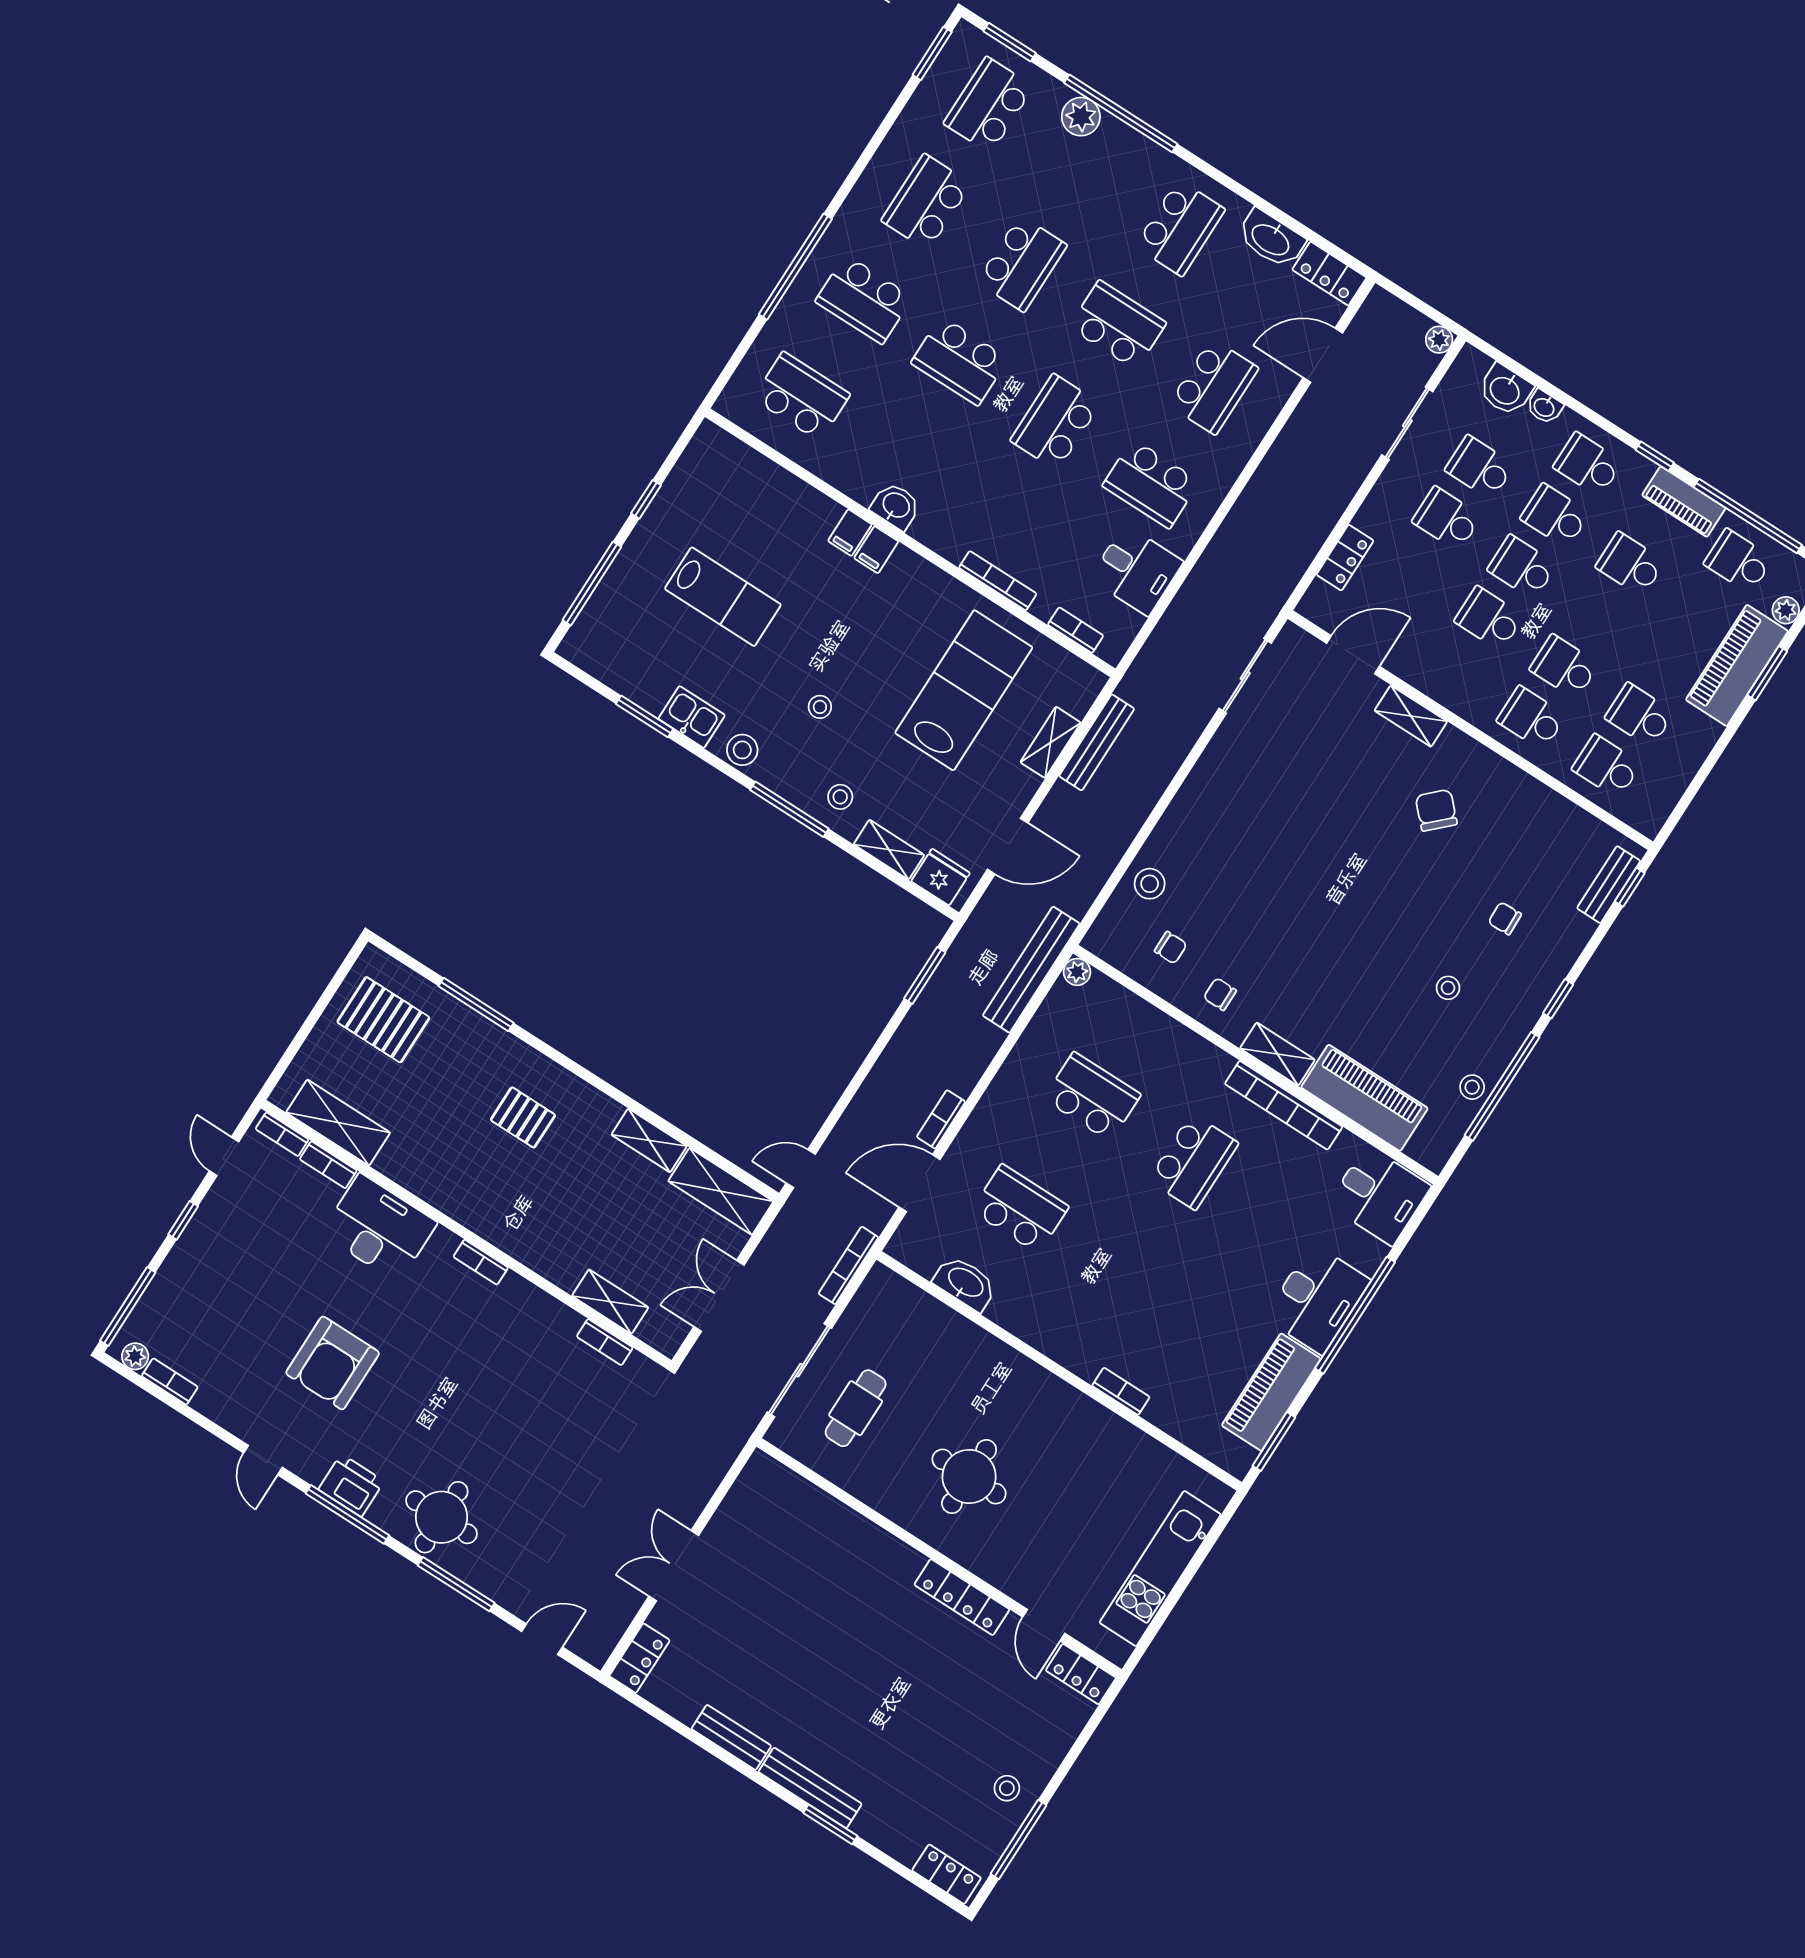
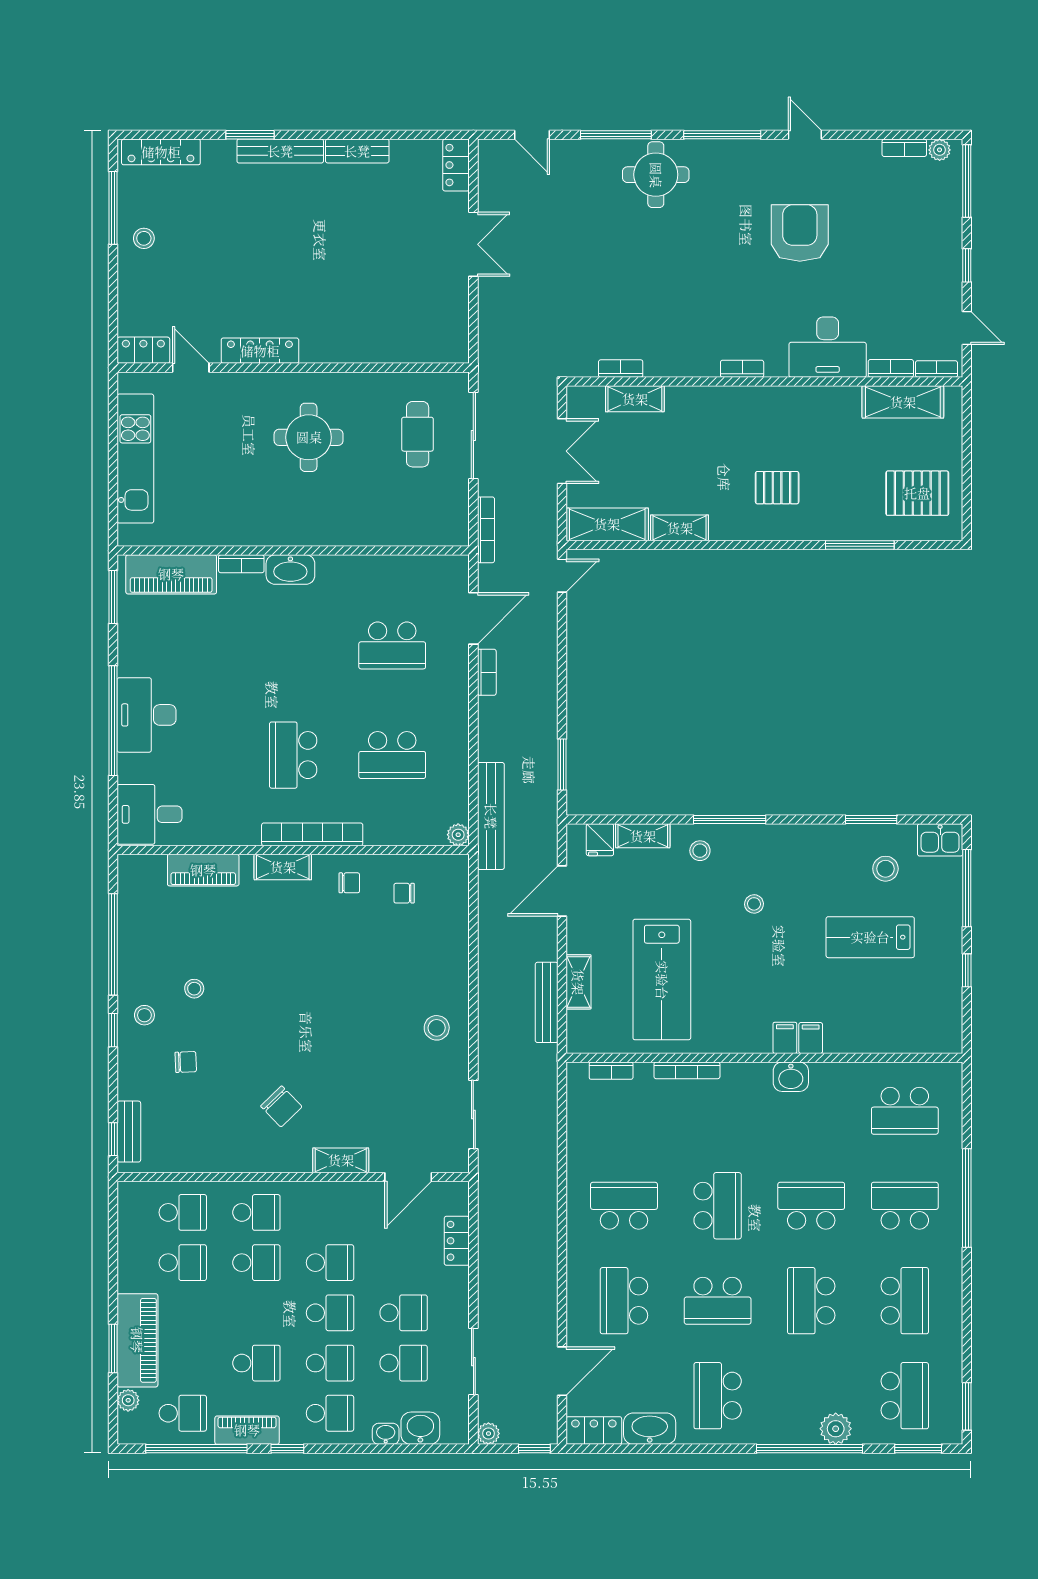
window: (1402, 294) -> (534, 1449), added
desk: (1136, 570) -> (596, 1139), removed
kitchen sink: (692, 717) -> (940, 840), moved
stool: (742, 750) -> (885, 869), moved
fridge: (941, 877) -> (600, 840), width x0.72
stool: (1150, 884) -> (437, 1028), moved
stool: (1472, 1087) -> (144, 1015), moved
piano: (1364, 1098) -> (203, 870), width x0.73, depth x0.75
bookcase: (1284, 1105) -> (312, 834), moved
washbasin: (965, 1283) -> (290, 570), moved
piano: (1271, 1392) -> (171, 574), moved, turned 90
printer: (351, 1485) -> (732, 157), removed
door: (542, 1639) -> (532, 135), hinge flipped
locker: (947, 1874) -> (161, 152), width x1.53

